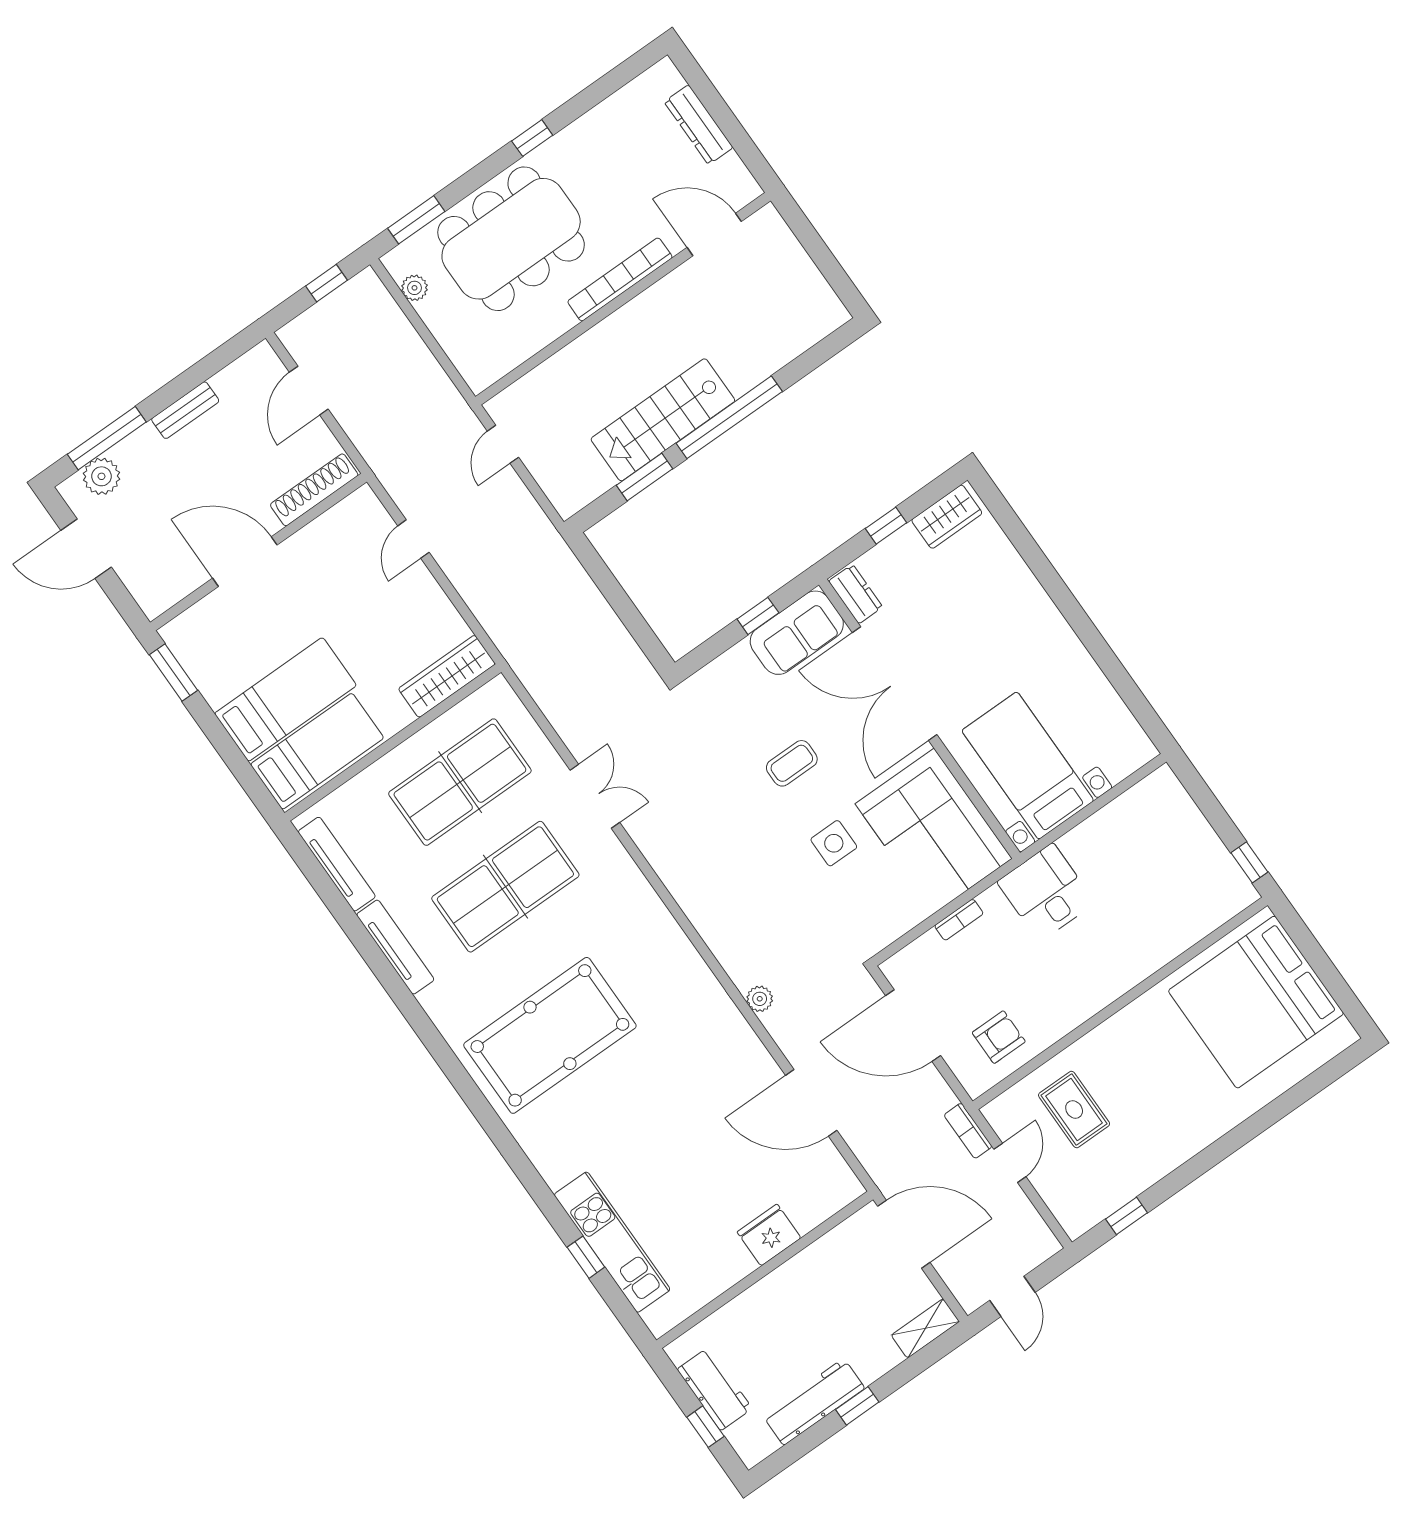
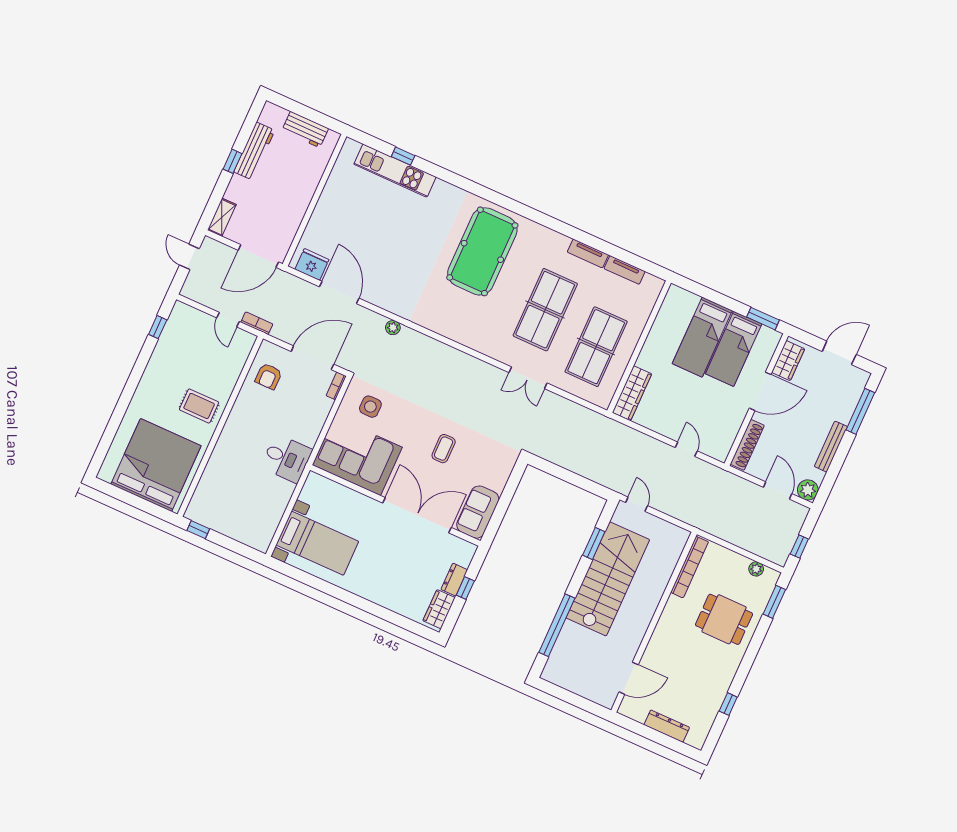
window: (532, 138) -> (728, 704), moved
dining table: (511, 239) -> (724, 619), width x0.53, depth x0.80
bookcase: (620, 279) -> (689, 567), moved
bench: (185, 410) -> (831, 447), width x1.36
window: (729, 417) -> (557, 625), moved
stairs: (663, 420) -> (608, 579), width x1.36, depth x1.51
door: (503, 444) -> (637, 504), moved
plant: (101, 476) -> (808, 490), moved
wardrobe: (173, 584) -> (788, 361), added
dresser: (856, 594) -> (454, 580), moved, turned 90
window: (758, 616) -> (501, 509), removed
bed: (317, 751) -> (734, 349), moved
bed with nightstands: (1028, 766) -> (317, 543), moved
side table: (834, 843) -> (370, 407), moved
tv unit: (337, 864) -> (625, 270), width x0.71
bookcase: (959, 920) -> (336, 386), moved
tv unit: (395, 947) -> (588, 253), width x0.71
door: (811, 1103) -> (339, 293), hinge flipped
rug: (1074, 1110) -> (199, 406), moved
fridge: (769, 1235) -> (312, 265), moved, turned -90
window: (705, 1427) -> (299, 109), removed

